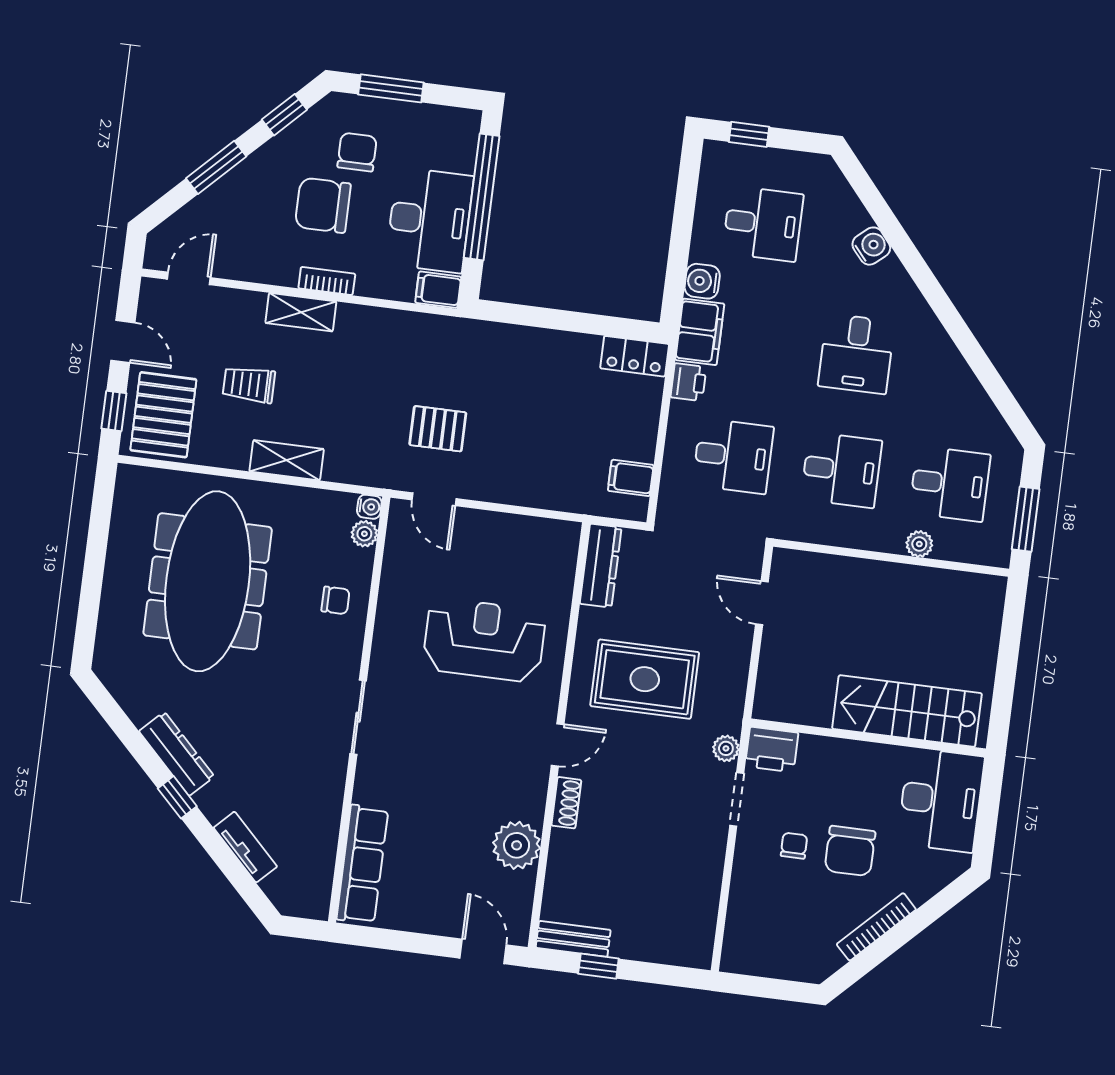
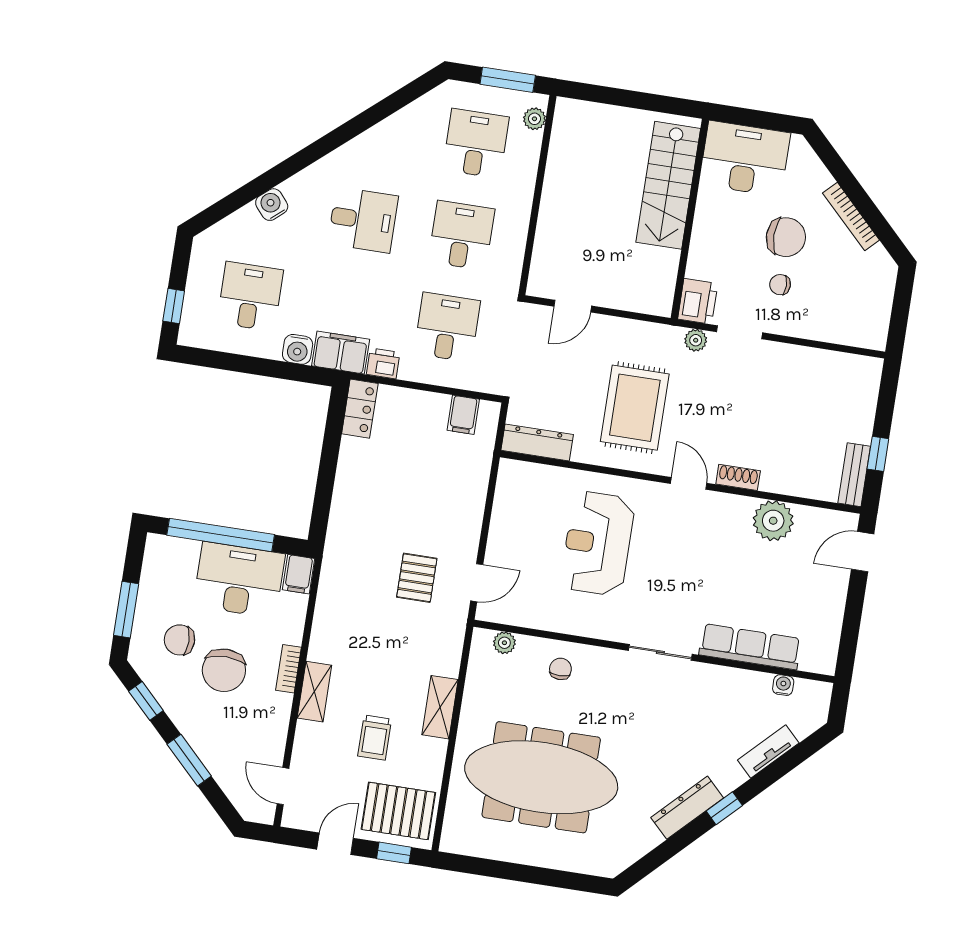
water cooler: (369, 507) -> (783, 685), moved
plant: (919, 544) -> (534, 119), moved
row of seats: (362, 864) -> (750, 647), moved

